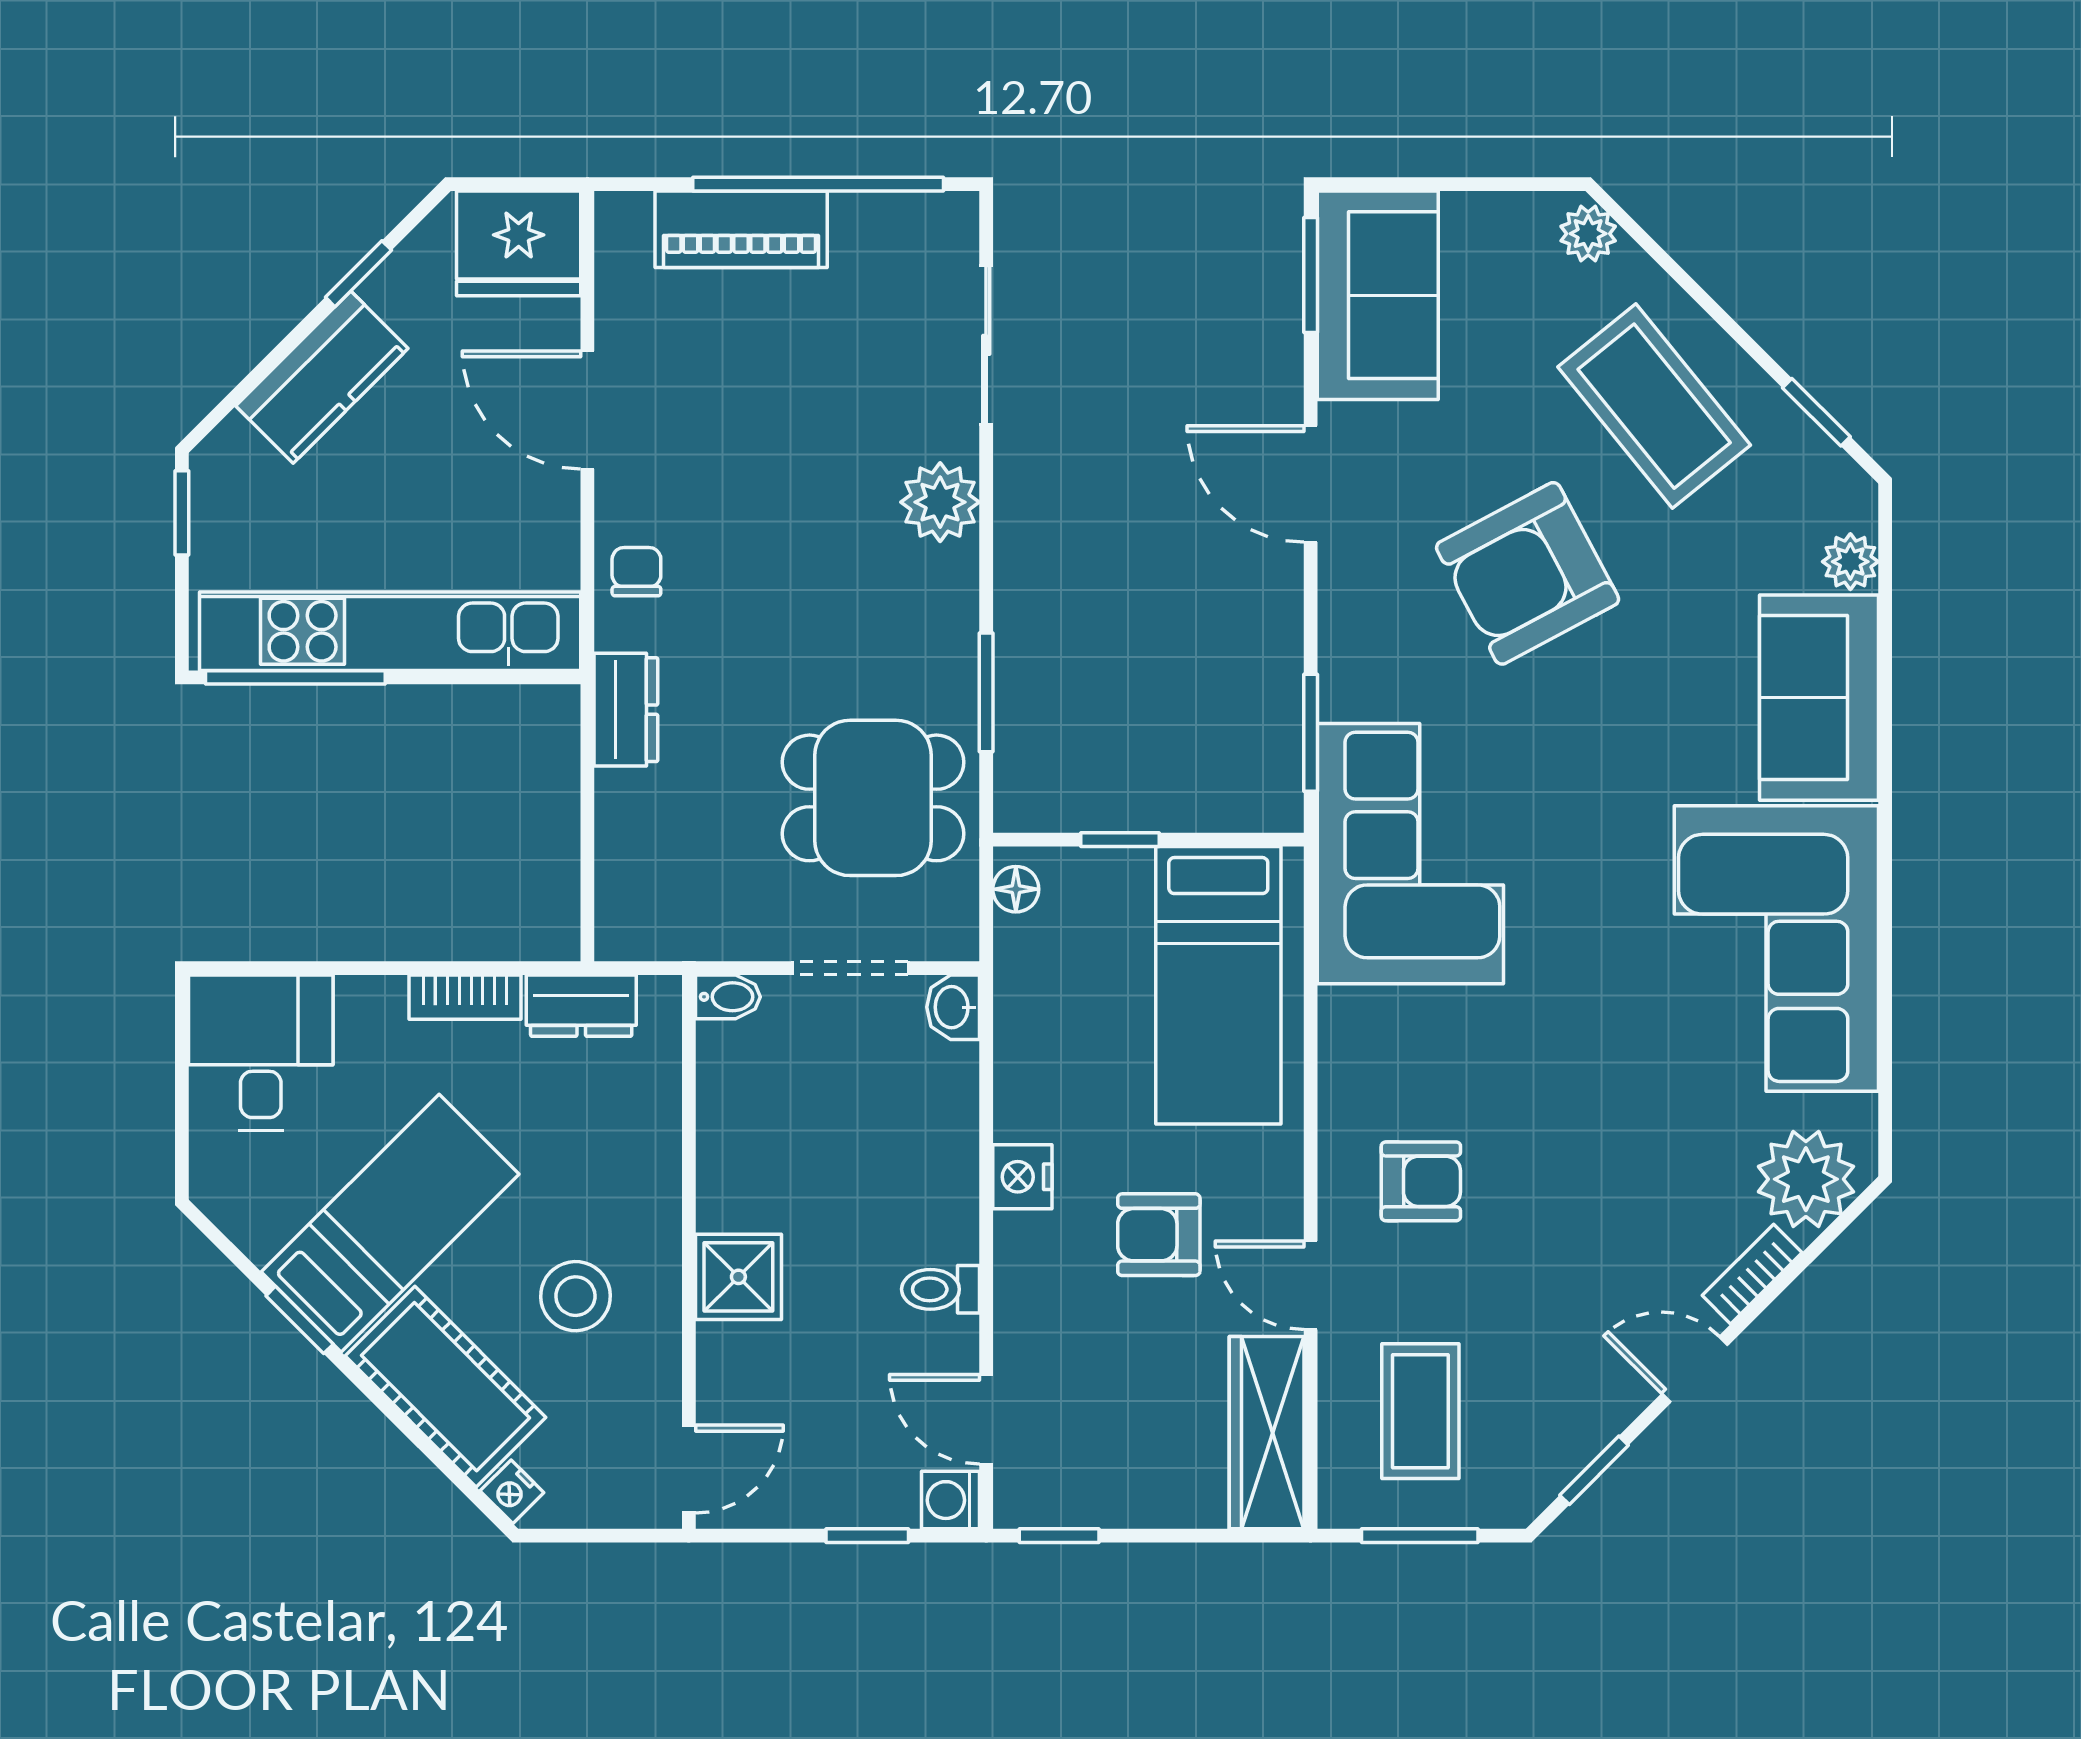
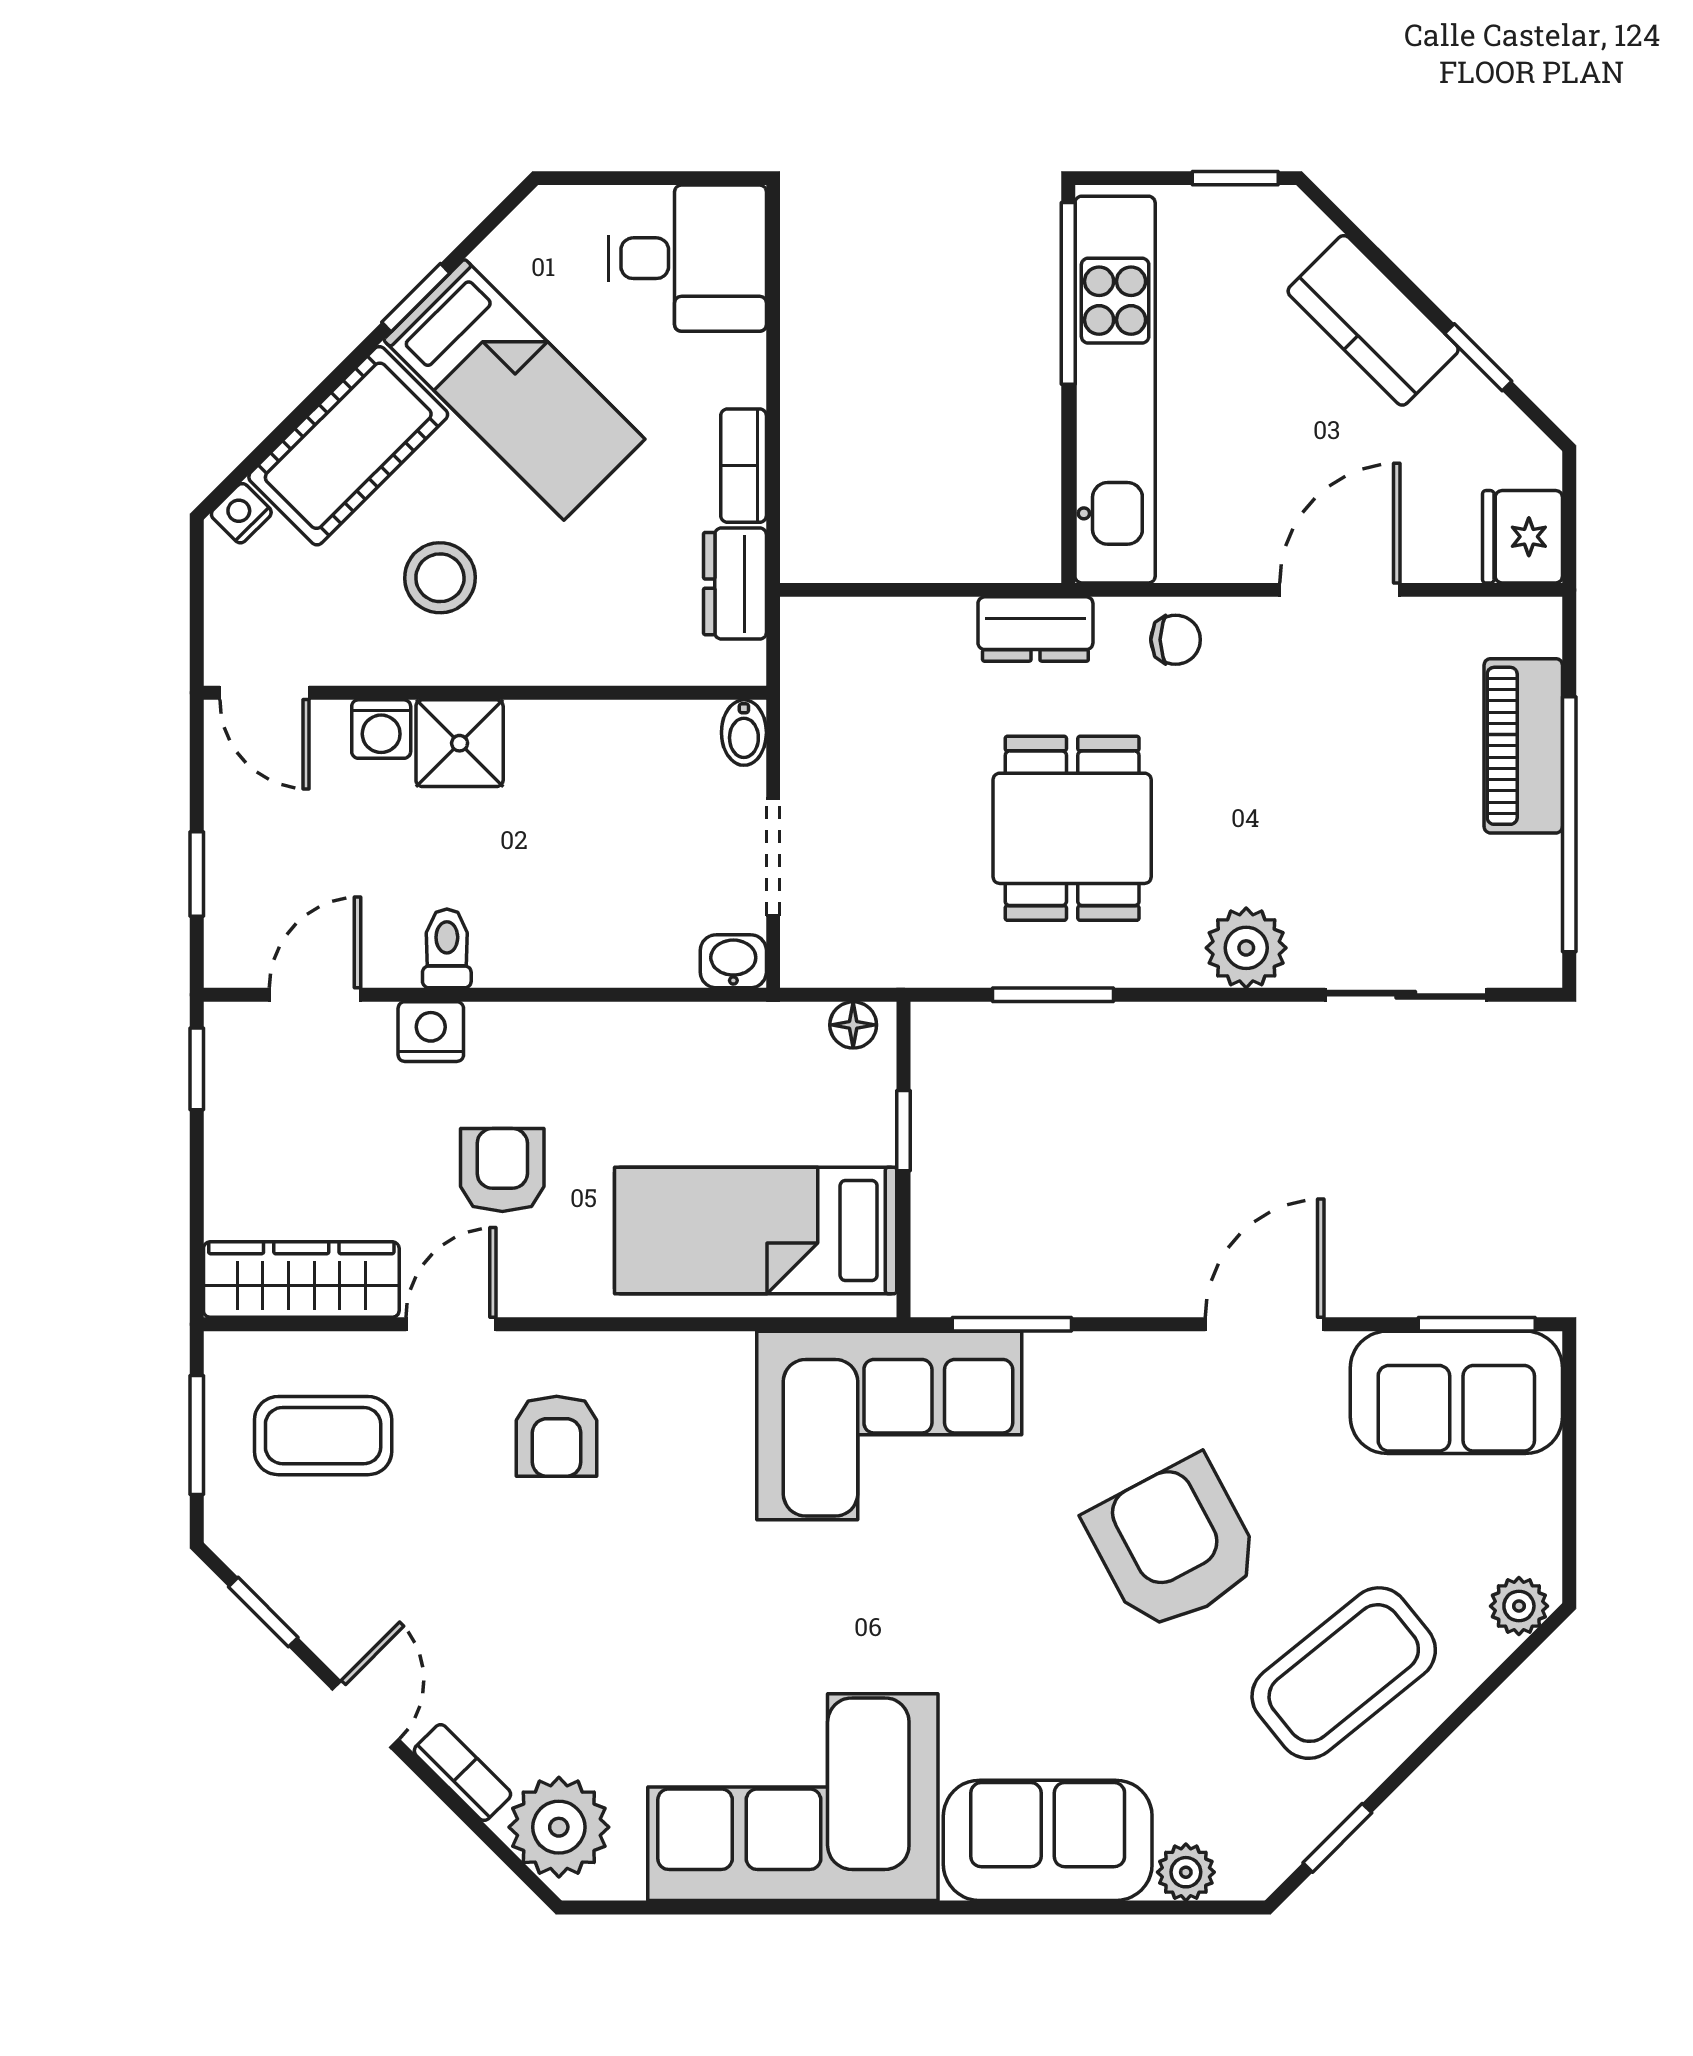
fridge: (519, 243) -> (1522, 537), width x0.73, depth x0.75
dining table: (873, 798) -> (1072, 828), moved
nightstand: (1022, 1177) -> (431, 1032), moved
washing machine: (950, 1500) -> (381, 729), moved, turned 180

